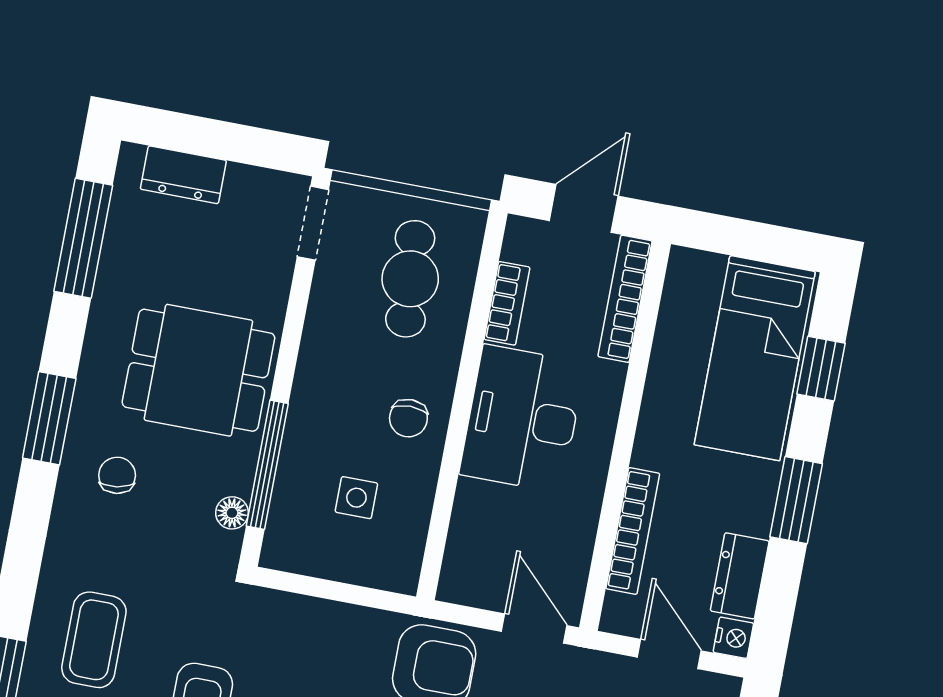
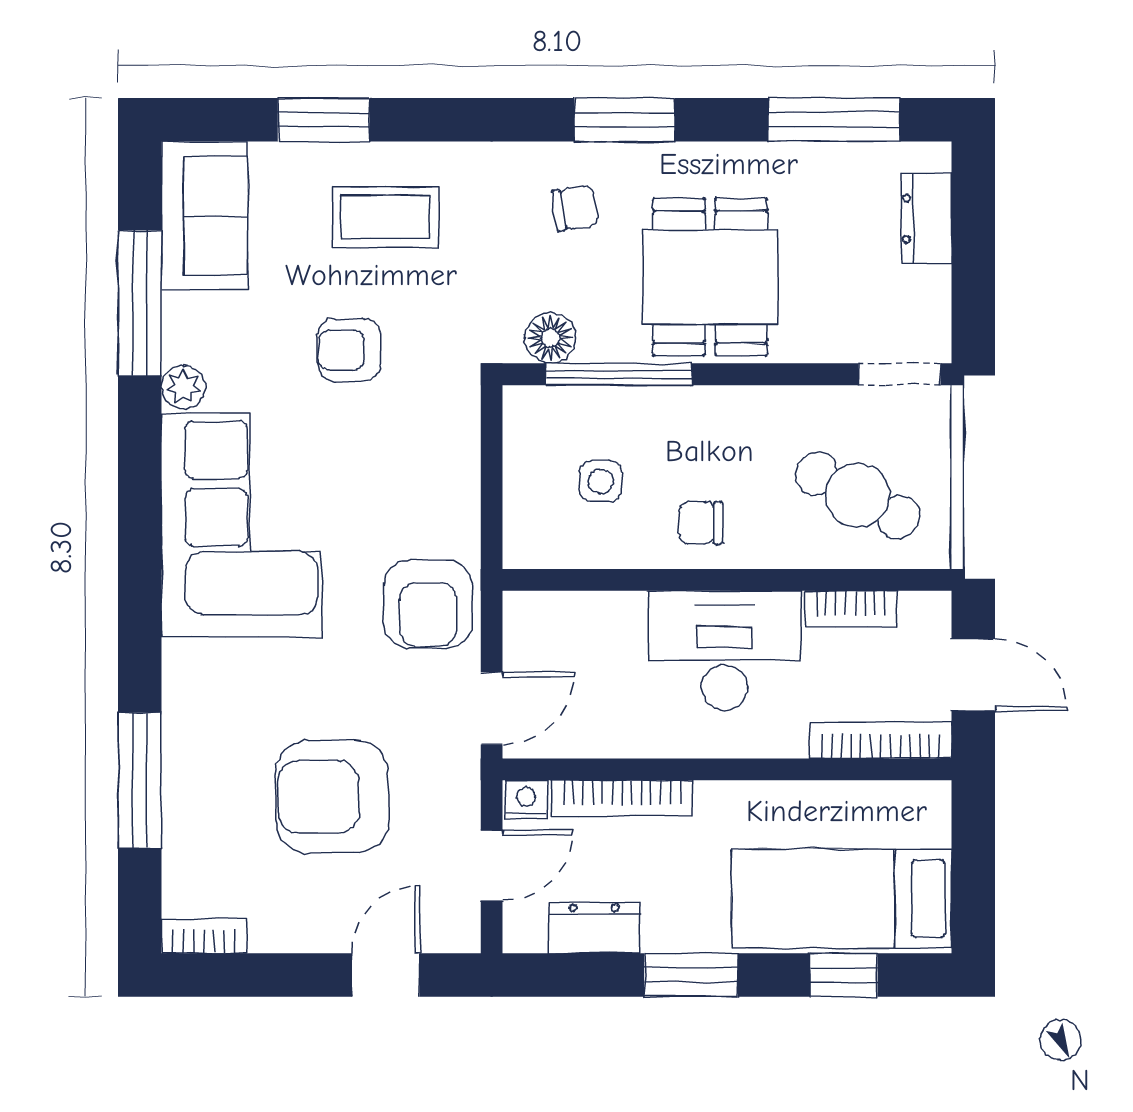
cafe table: (410, 279) -> (858, 495), turned 32
floor lamp: (232, 513) -> (550, 338), width x1.37, depth x1.37
nightstand: (733, 638) -> (526, 800), moved, turned 180

